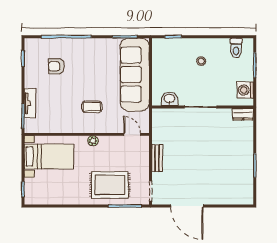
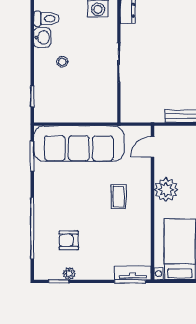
armchair: (56, 66) -> (69, 240), turned 90
plant: (29, 67) -> (69, 274), added
washbasin: (169, 99) -> (42, 38), moved, turned 180
tv unit: (30, 103) -> (133, 273), moved
plant: (93, 141) -> (166, 190), width x1.88, depth x1.88

